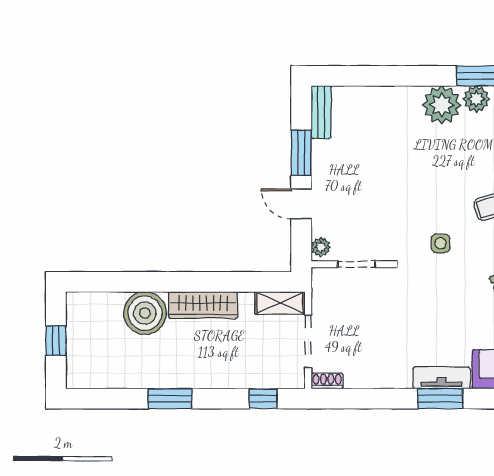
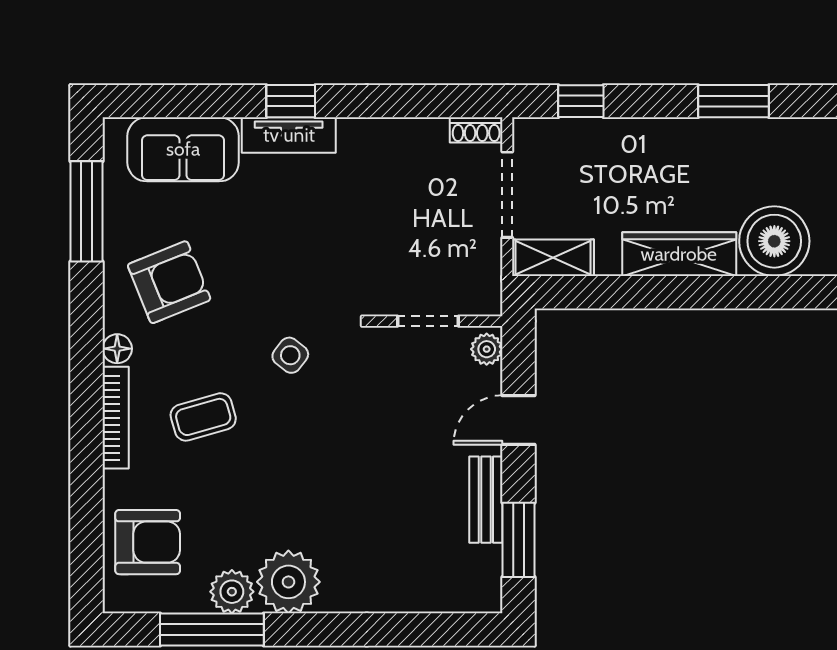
bench: (321, 112) -> (486, 500), moved
window: (301, 153) -> (519, 540), moved
door: (301, 204) -> (519, 420), swing flipped
side table: (441, 243) -> (290, 355), turned 38
window: (440, 399) -> (291, 101), width x0.67

